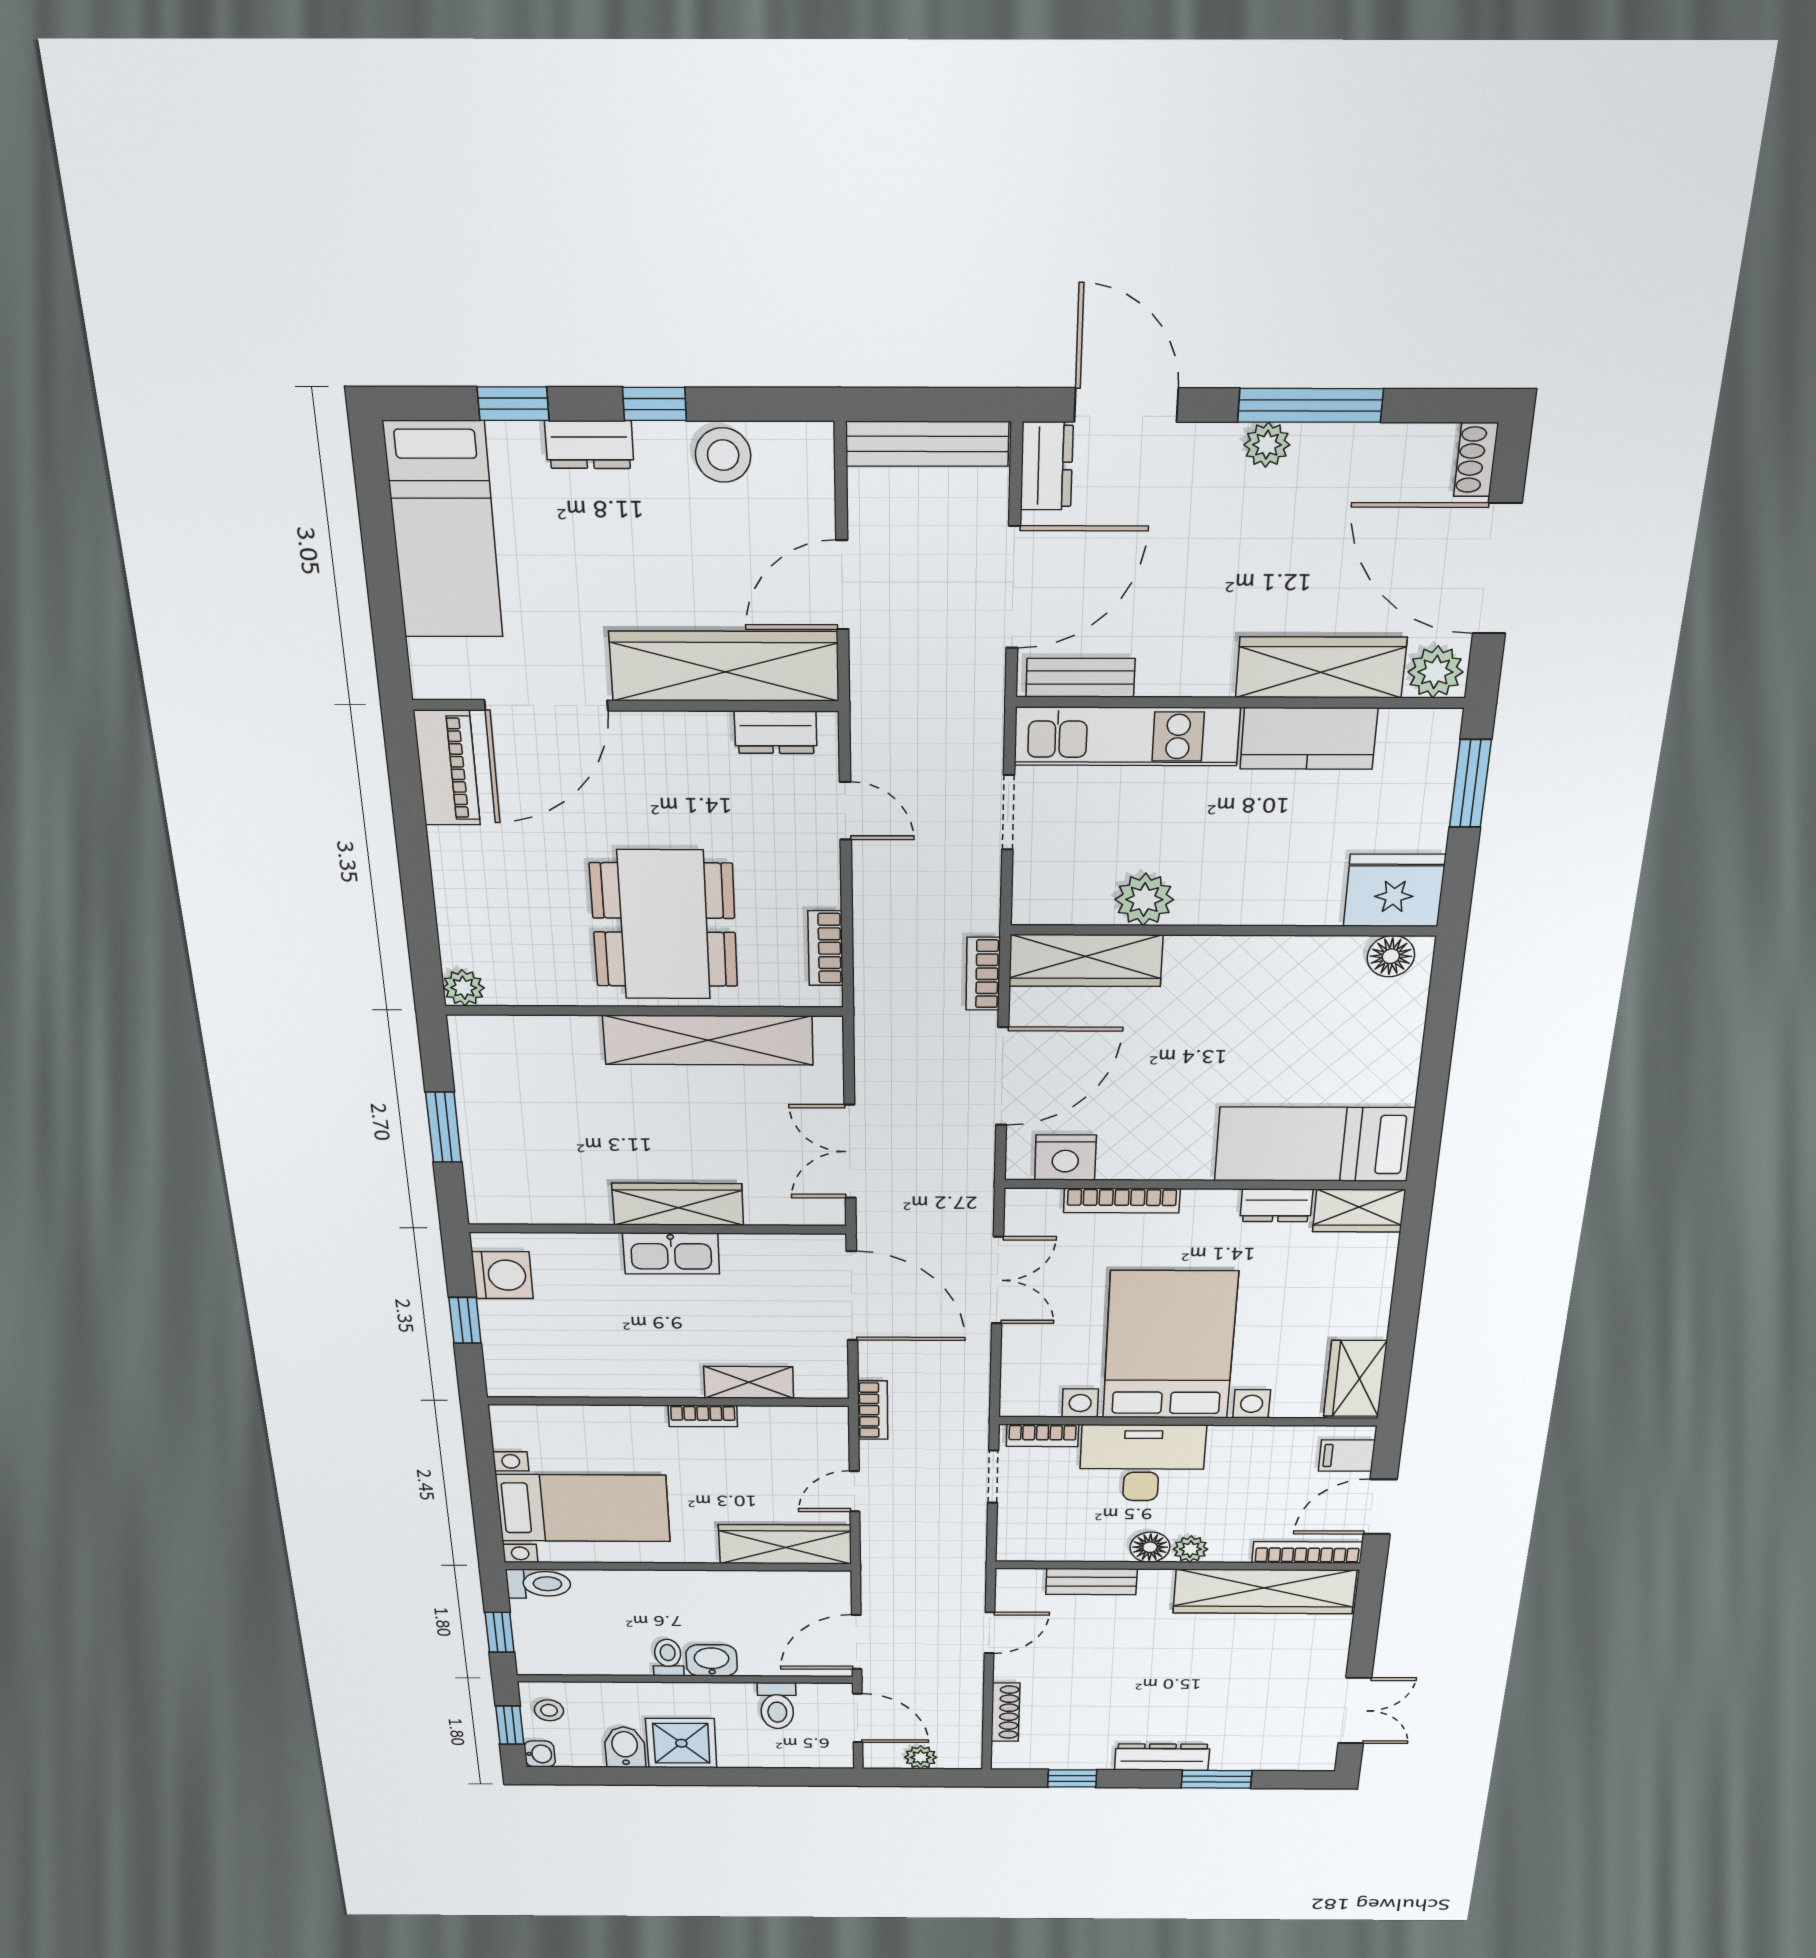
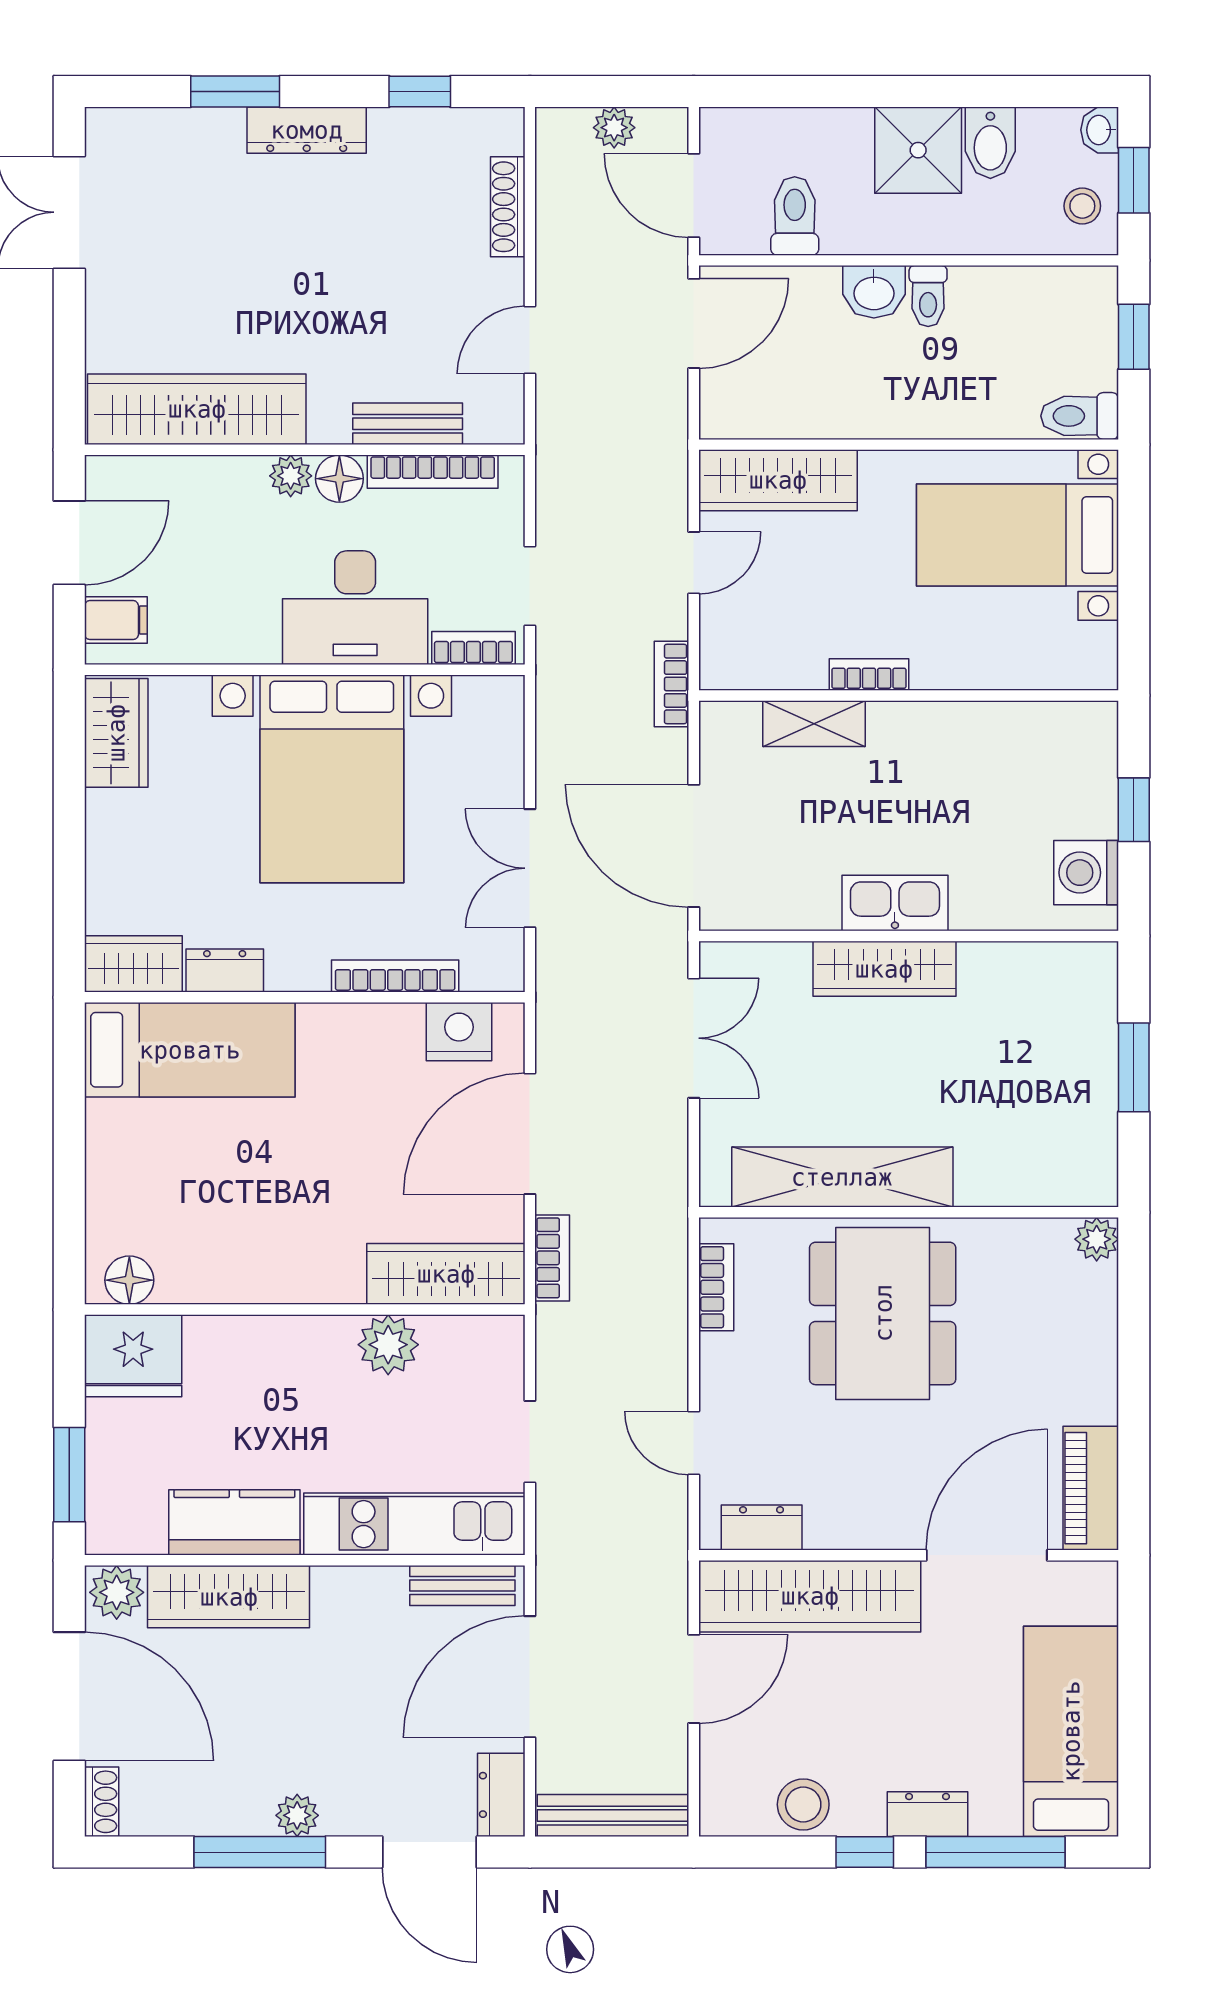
window: (513, 404) -> (996, 1852), width x2.17
bookcase: (1307, 1552) -> (433, 472), moved

